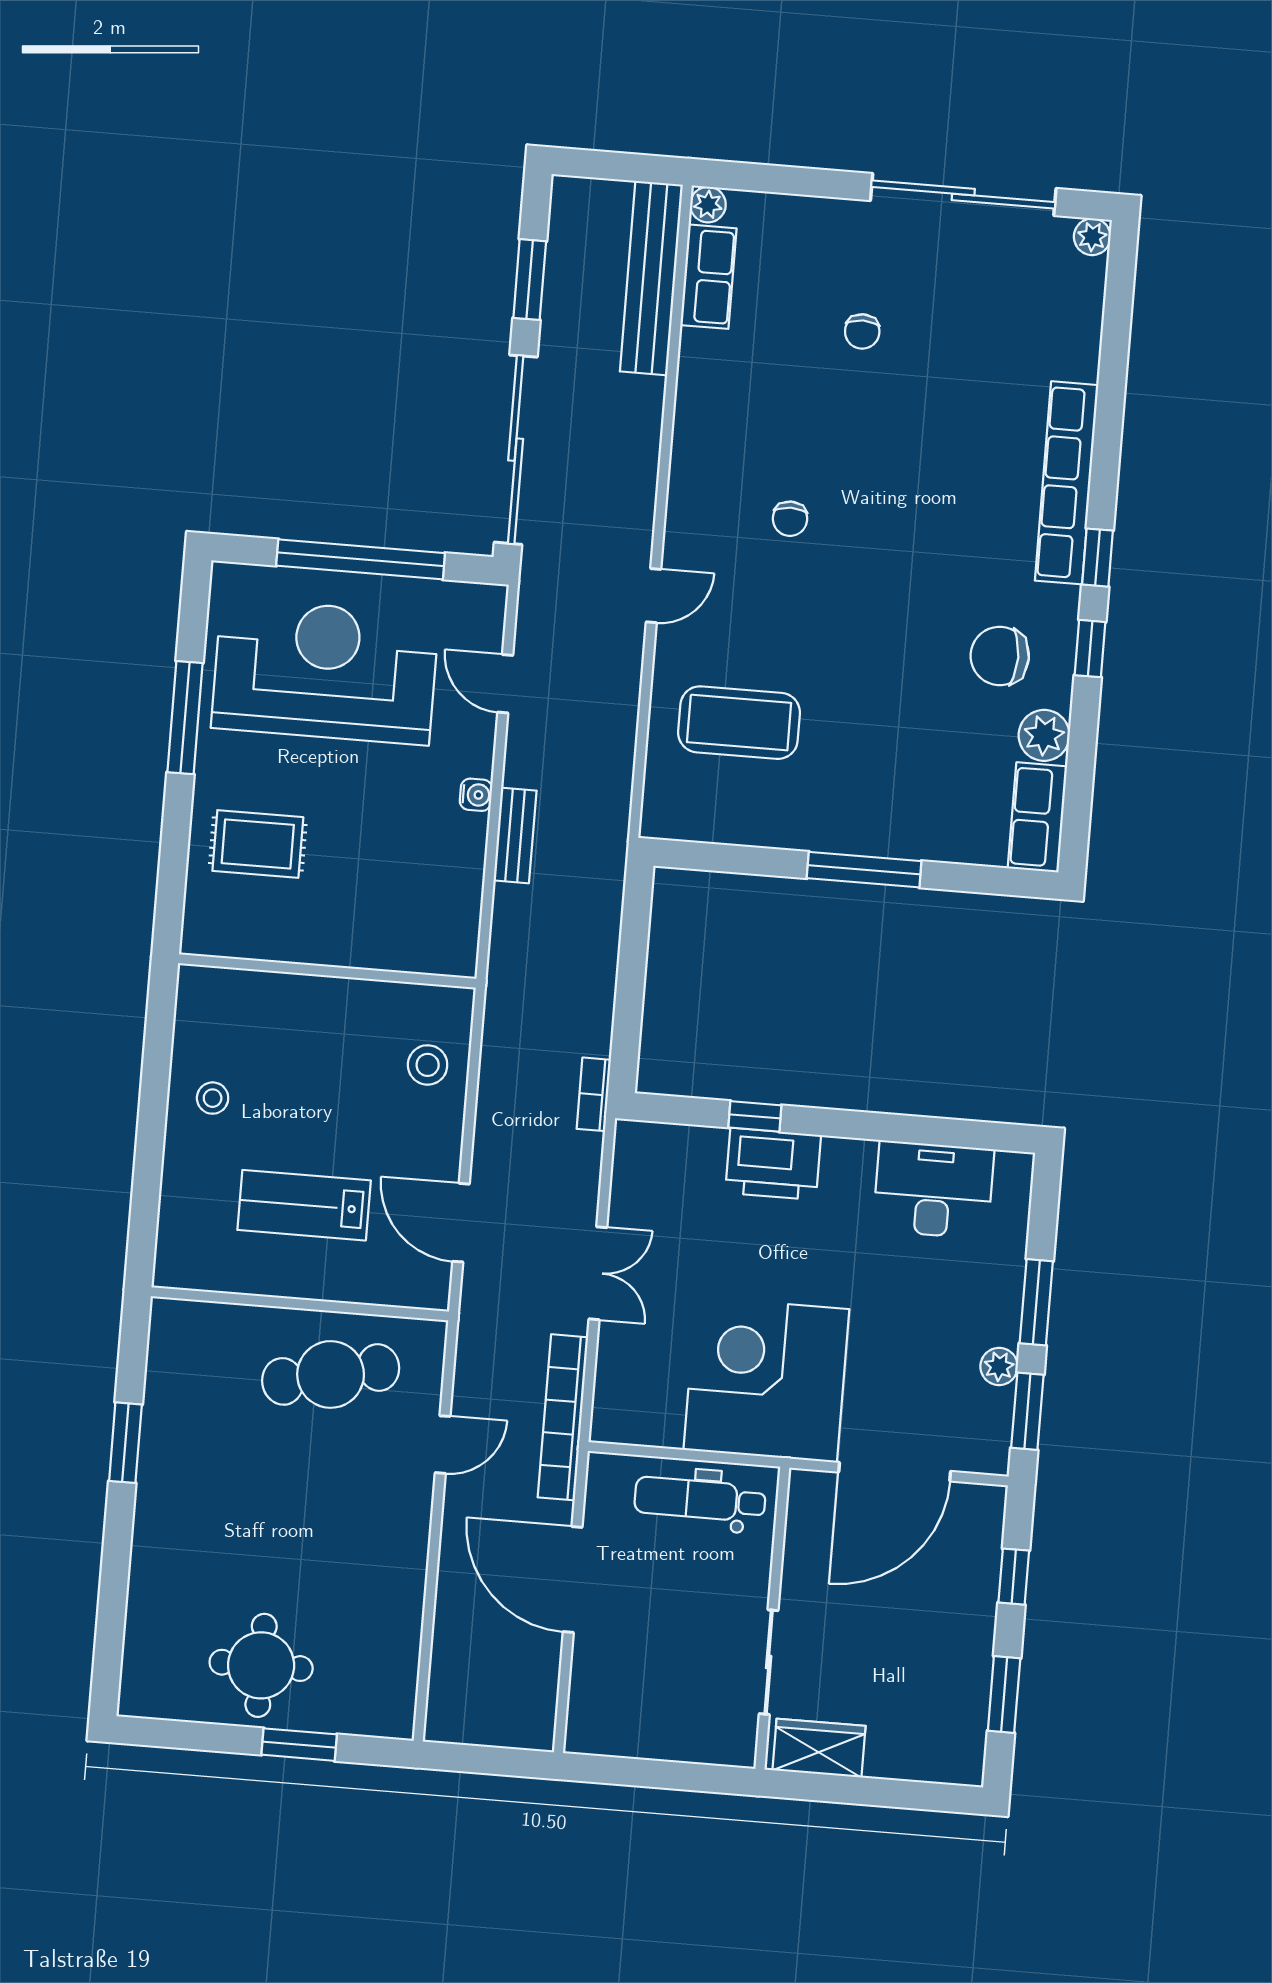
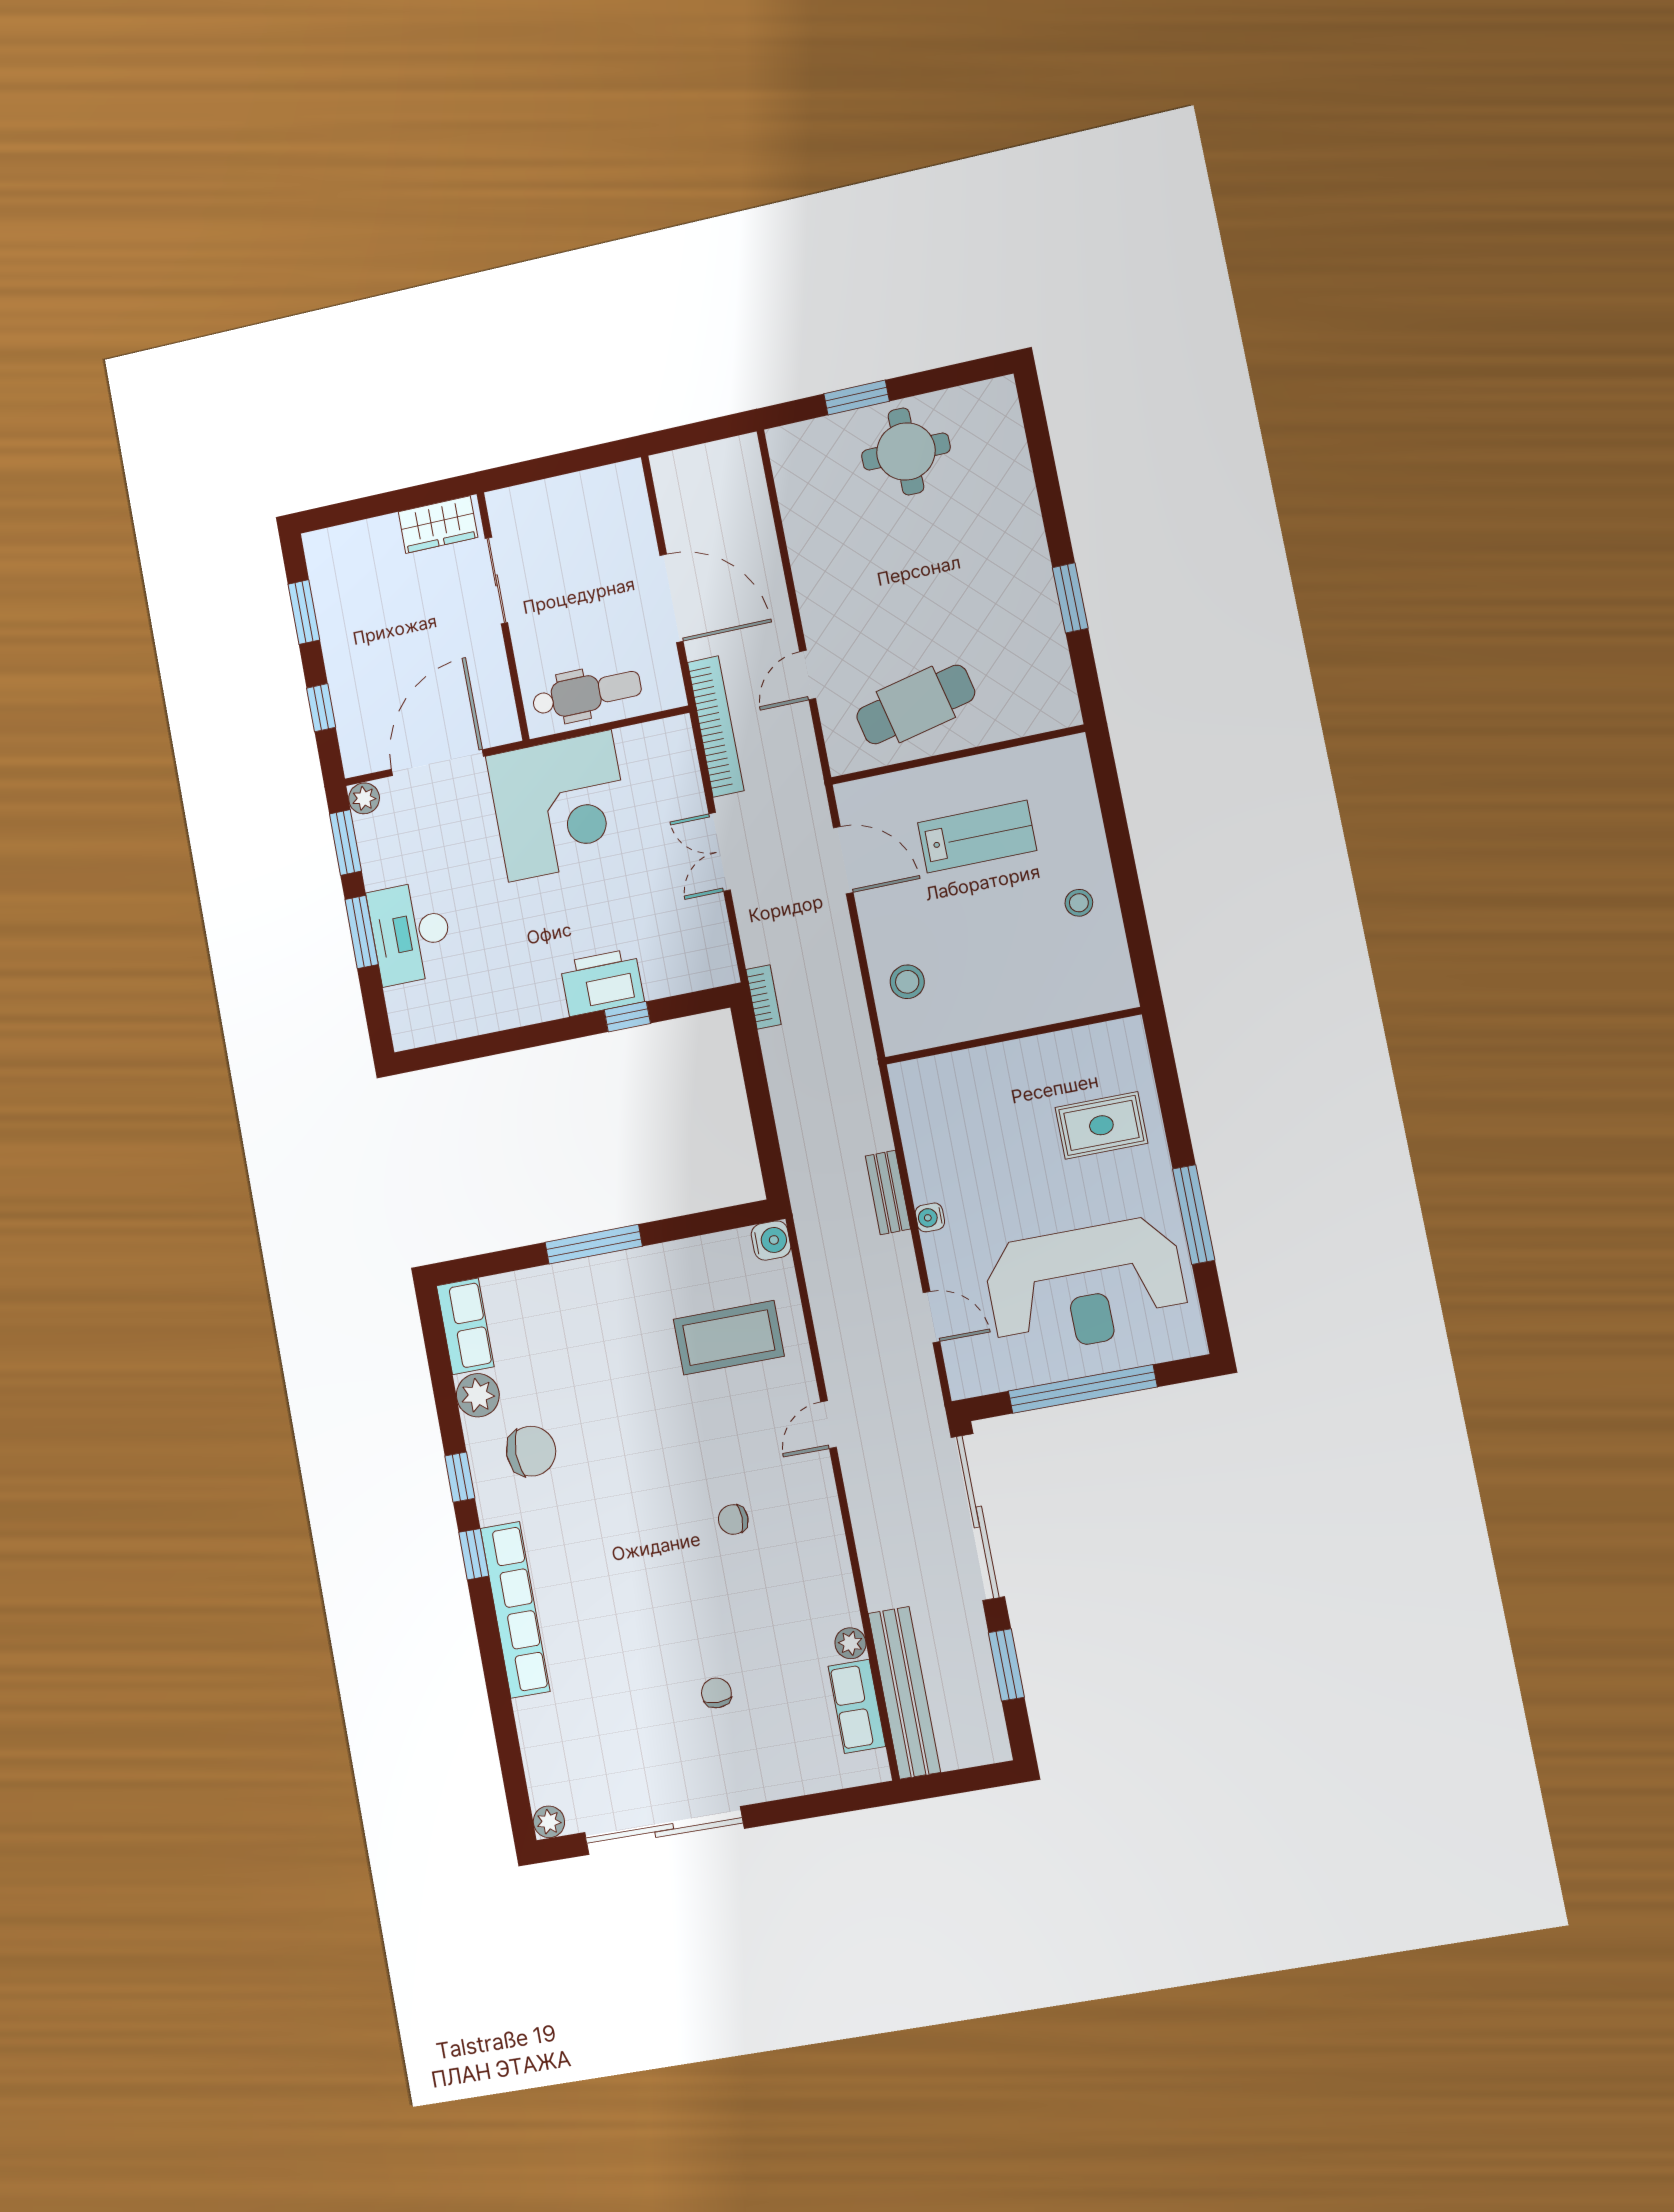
plant: (708, 205) -> (850, 1643), moved
chair: (790, 519) -> (733, 1519), turned -90
water cooler: (661, 818) -> (771, 1241), added
desk: (934, 1190) -> (411, 933), moved, turned 90
plant: (999, 1366) -> (364, 798), moved

